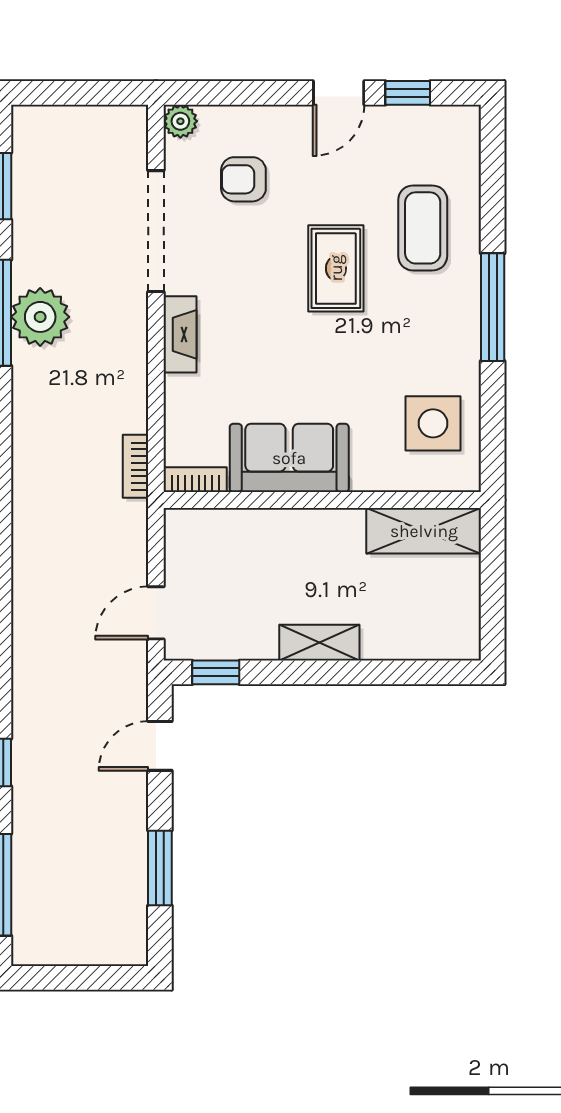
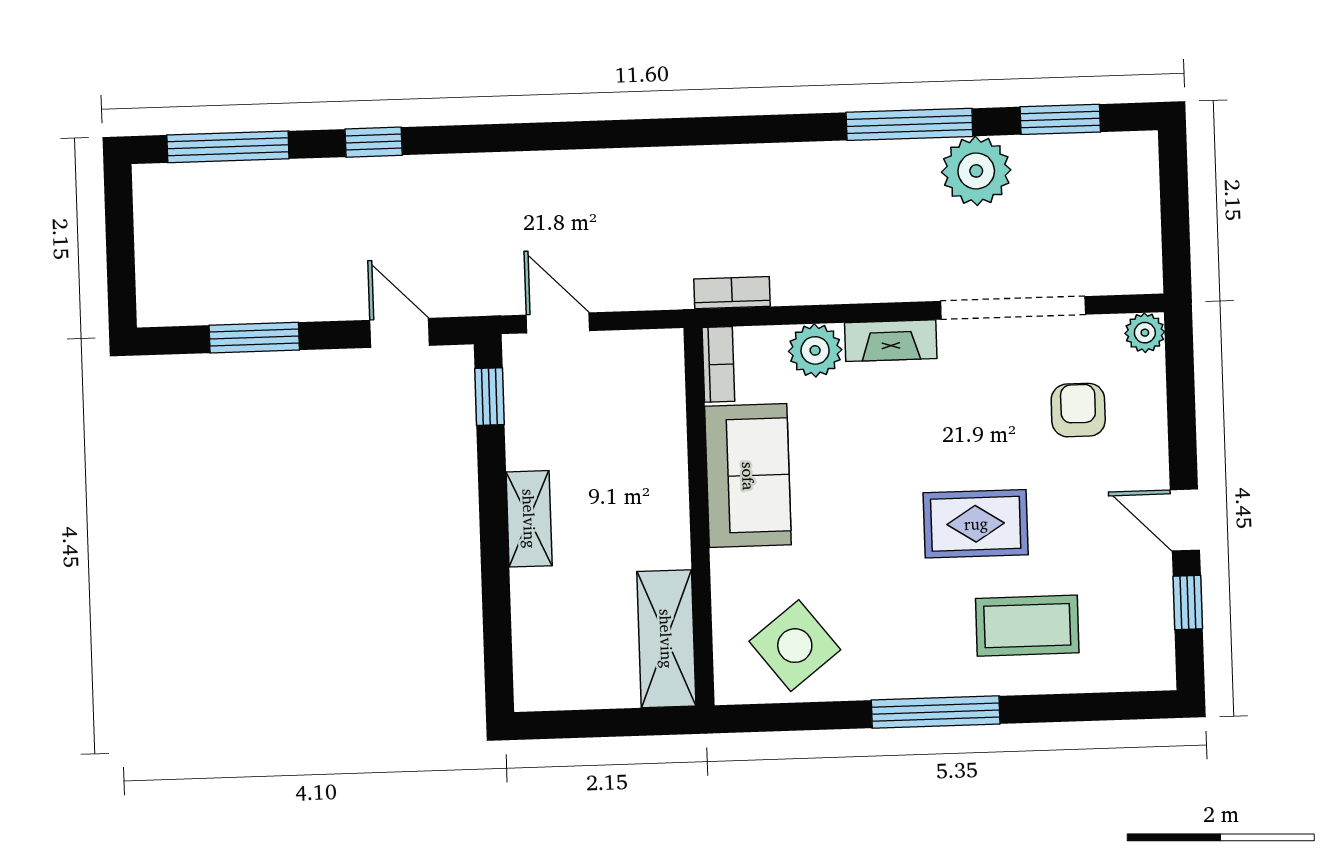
plant: (40, 317) -> (976, 171), moved
plant: (186, 398) -> (815, 350), added
side table: (433, 423) -> (795, 646), turned -38

